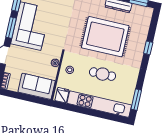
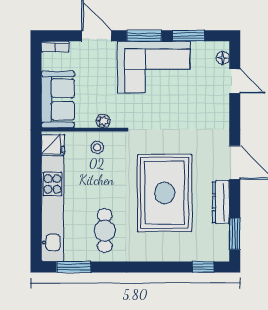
window: (148, 48) -> (203, 267), moved
cafe table: (103, 74) -> (105, 231), moved

